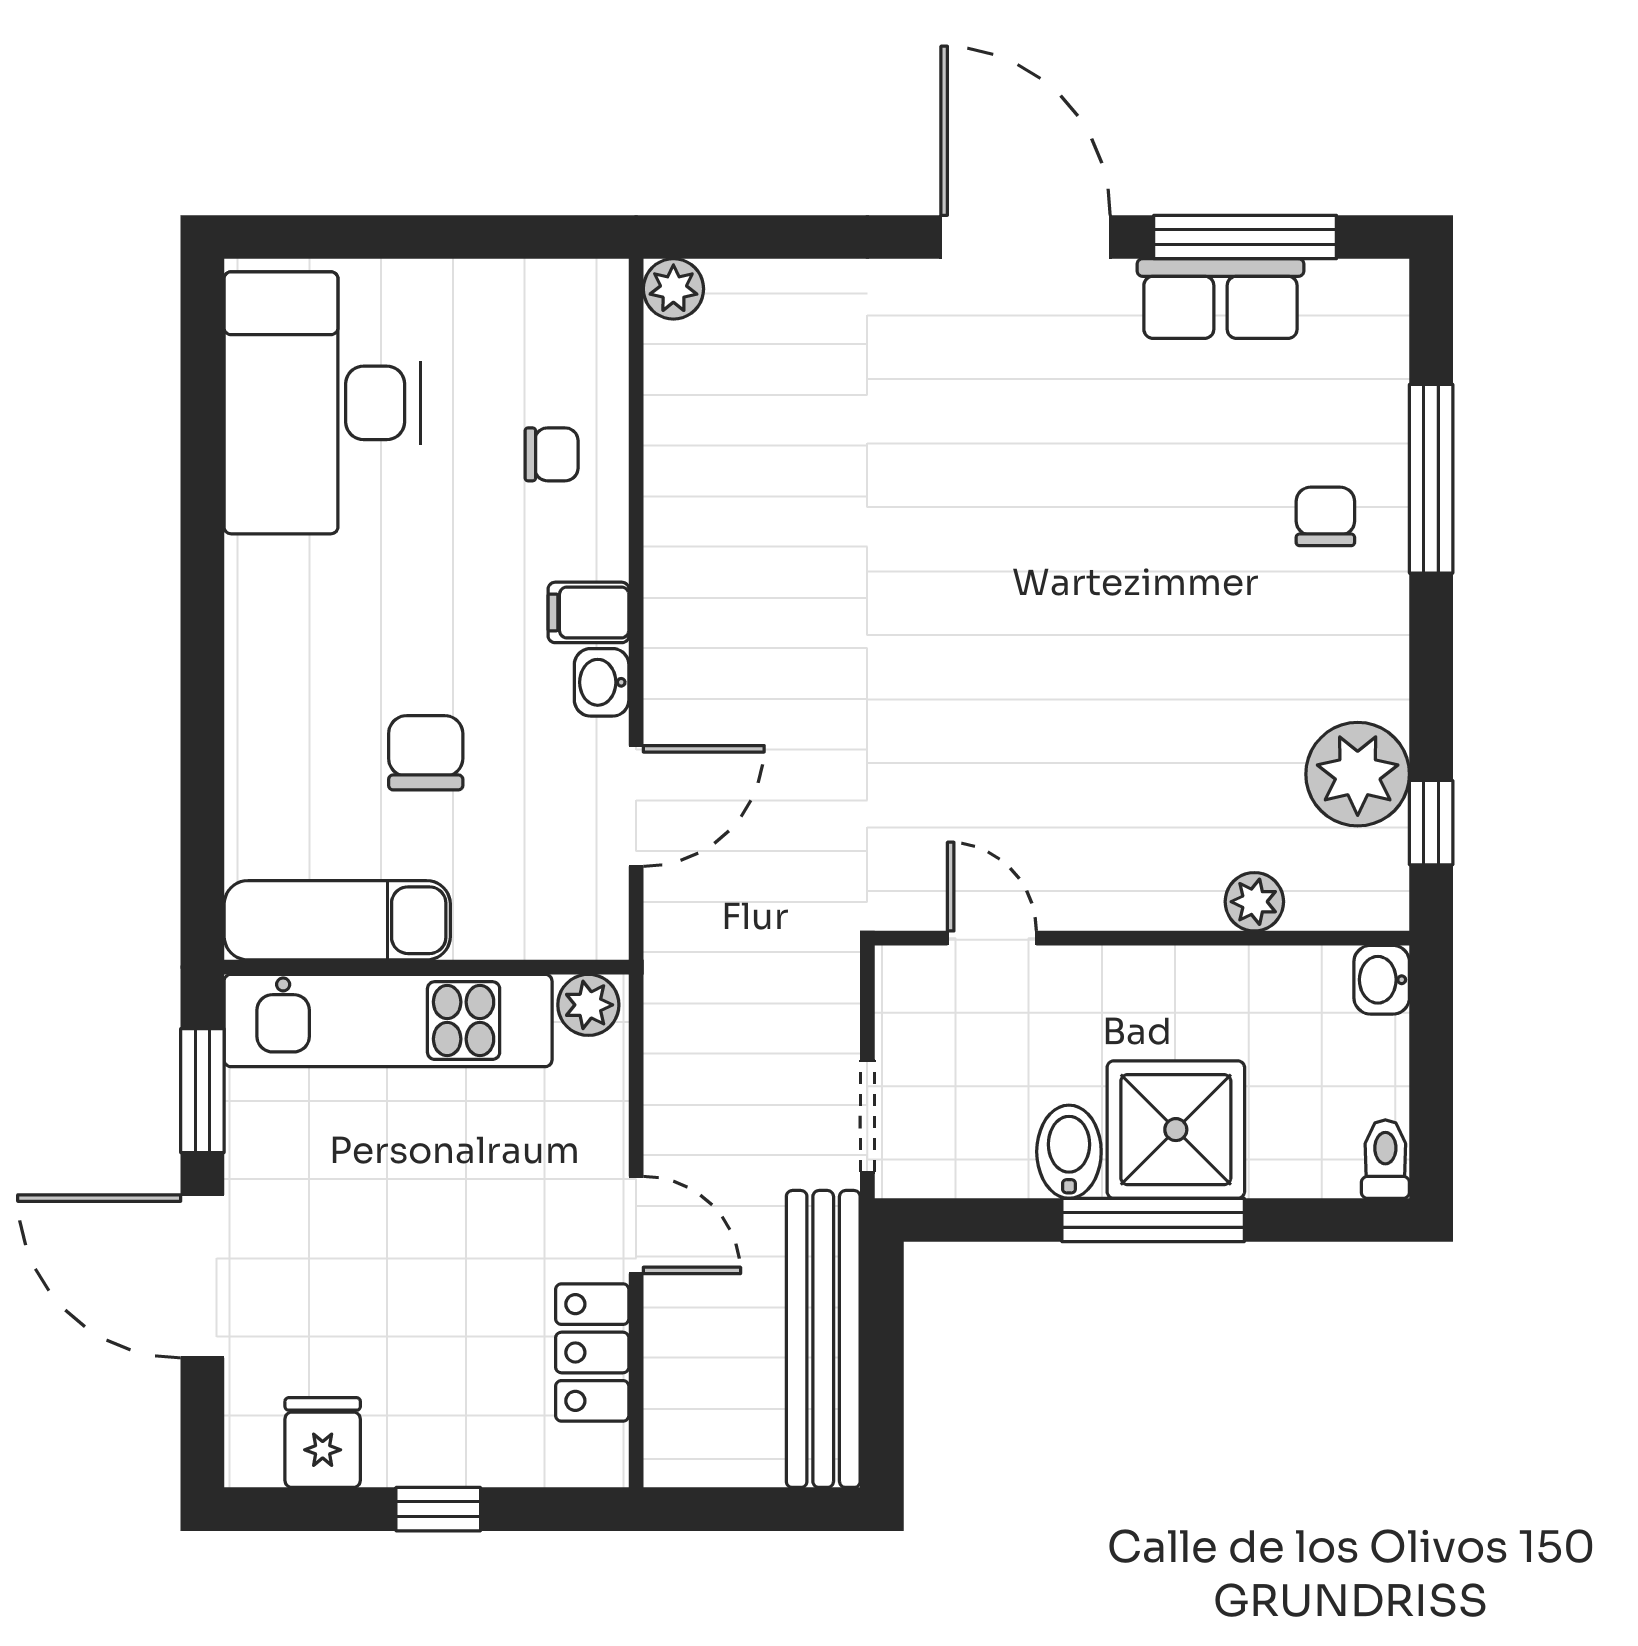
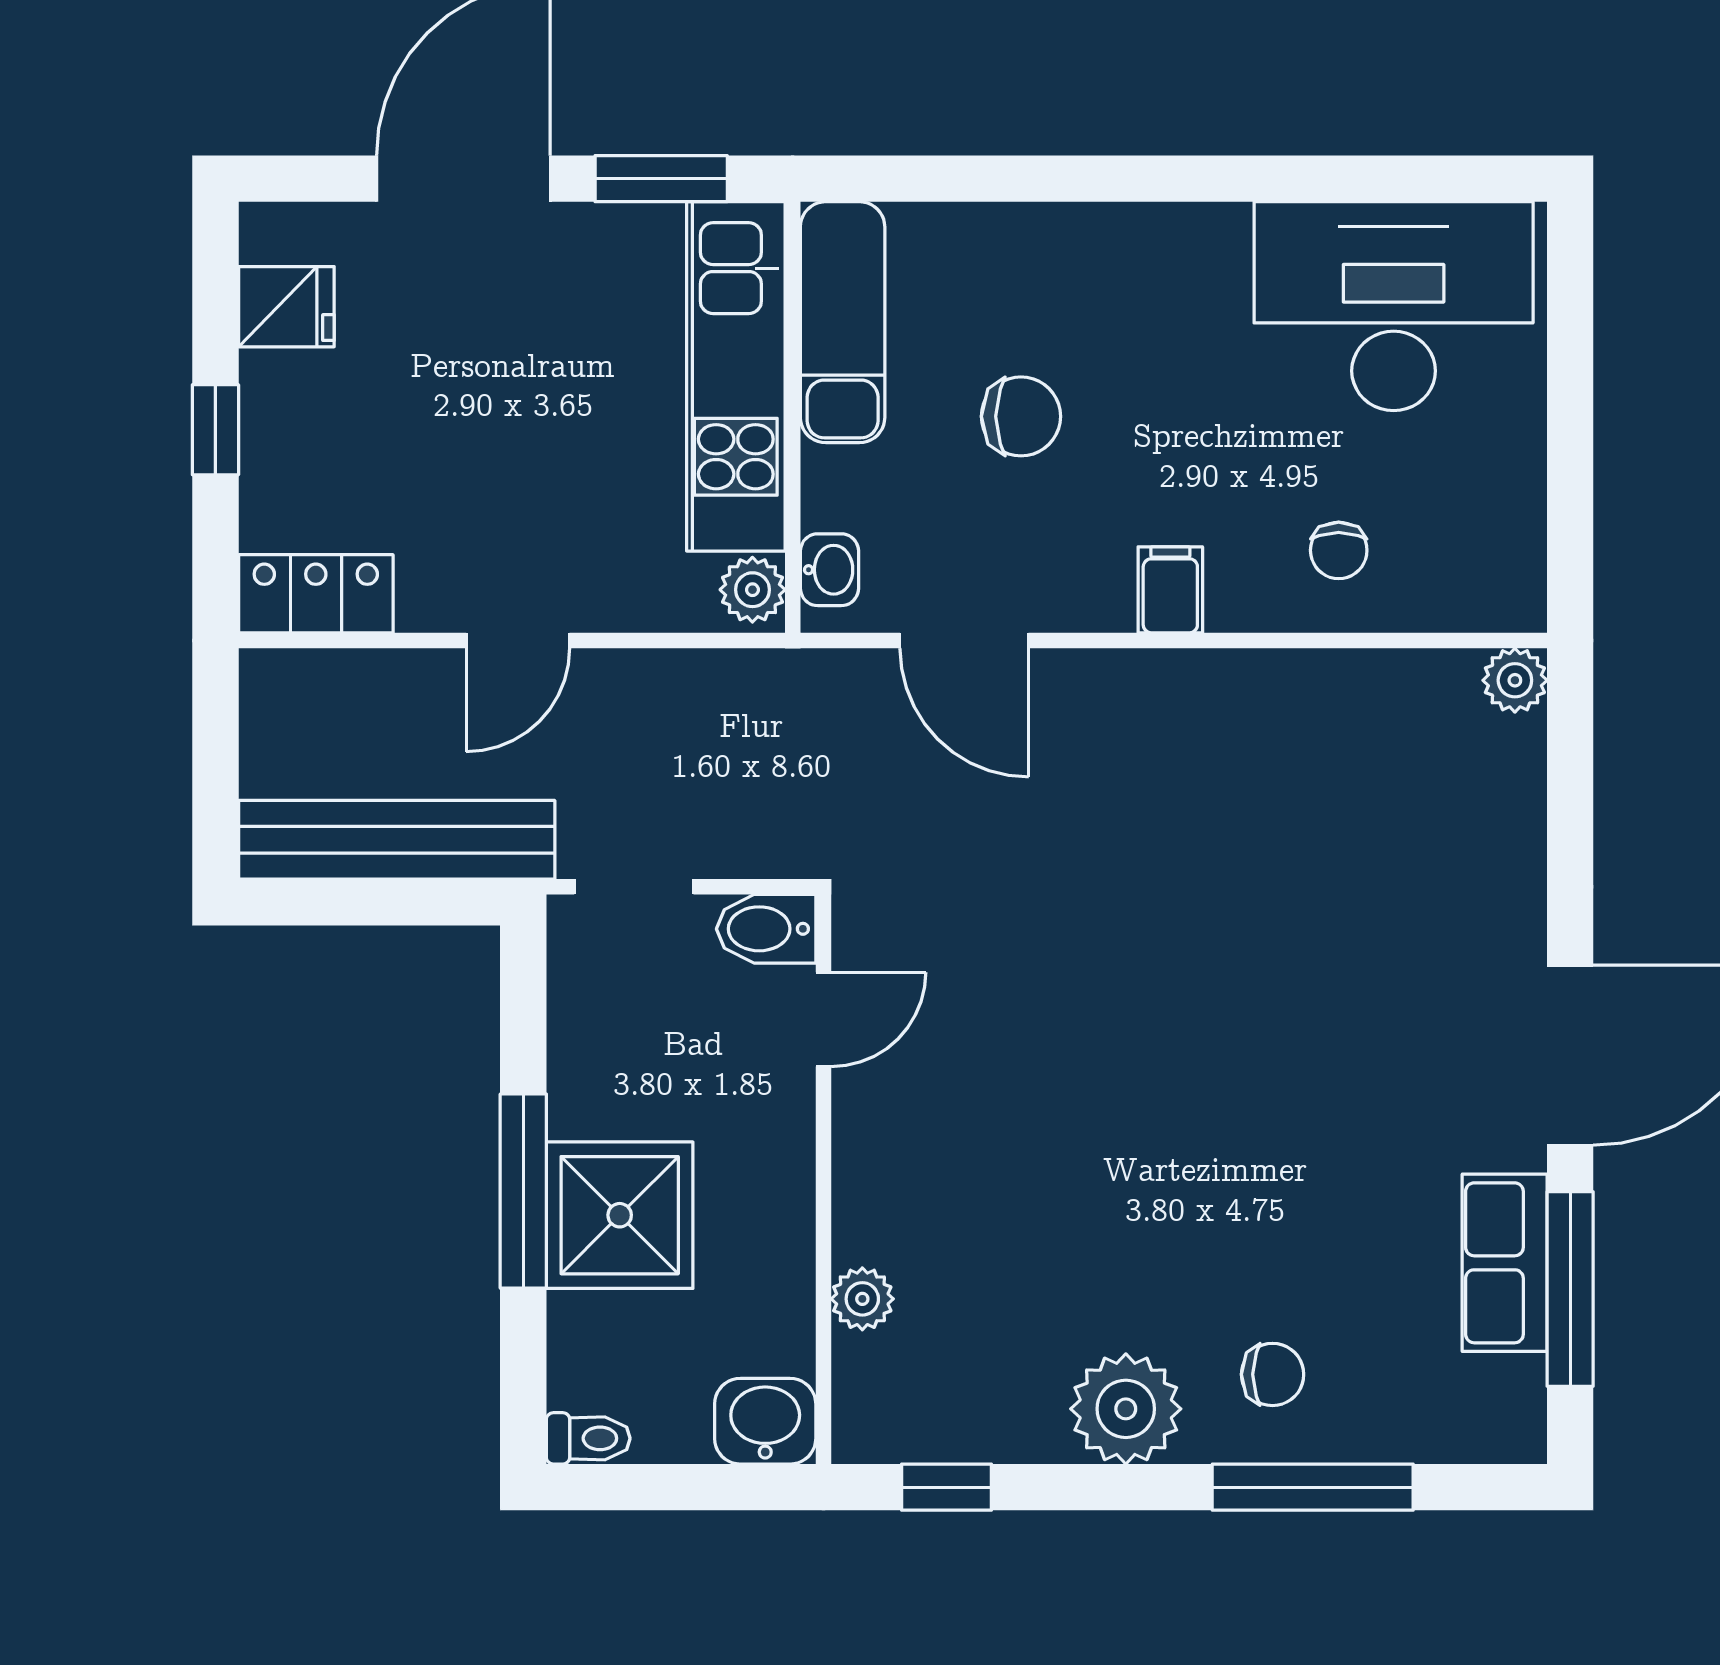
washbasin: (602, 682) -> (829, 570), moved, turned 90
plant: (1358, 774) -> (1126, 1409), moved
washbasin: (1382, 980) -> (765, 1421), width x1.38, depth x1.45
bidet: (1069, 1152) -> (766, 929), moved, turned 180
locker: (592, 1352) -> (316, 594), moved

